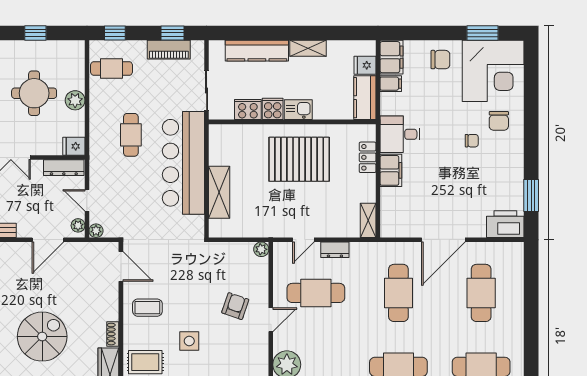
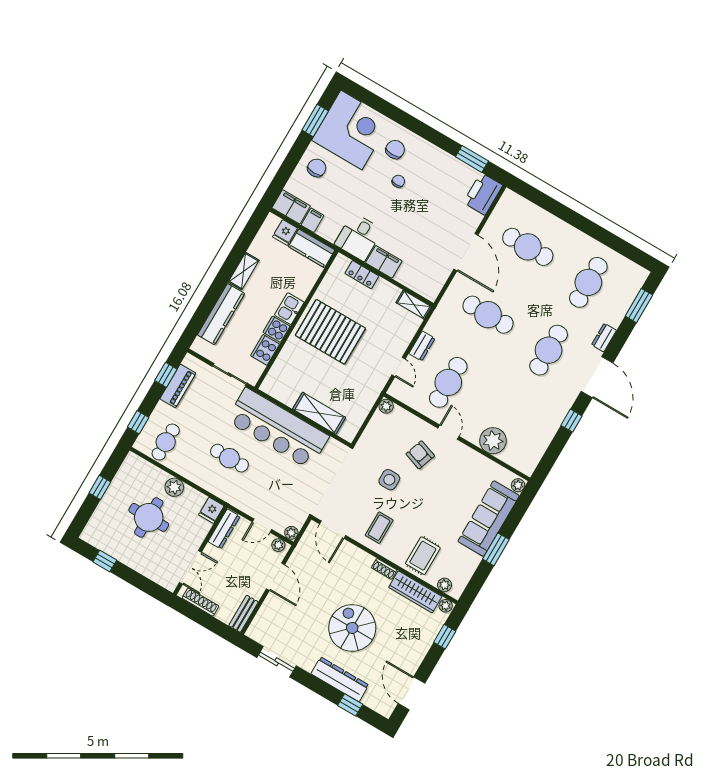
chair: (499, 121) -> (395, 149), turned -90
pallet: (299, 159) -> (330, 332), turned 90
door: (121, 266) -> (333, 530), swing flipped
side table: (189, 341) -> (389, 480), moved

